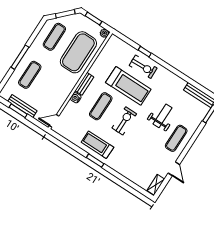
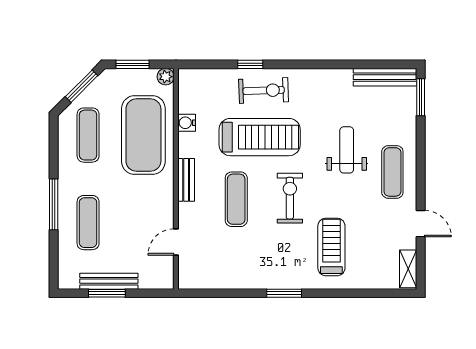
water cooler: (76, 98) -> (187, 123), moved
door: (54, 121) -> (176, 242), moved
treadmill: (97, 145) -> (331, 247), moved, turned 90

